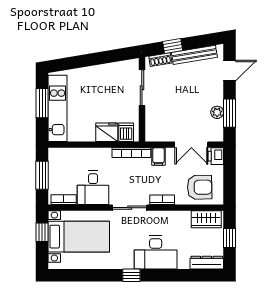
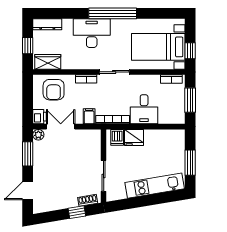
bench: (194, 55) -> (58, 204), removed
kitchen unit: (58, 108) -> (155, 186), moved, turned 81
plant: (217, 112) -> (38, 135), moved
armchair: (200, 187) -> (54, 90), turned -89
desk: (93, 188) -> (144, 109), moved, turned 180
window: (131, 275) -> (113, 13), width x3.17

